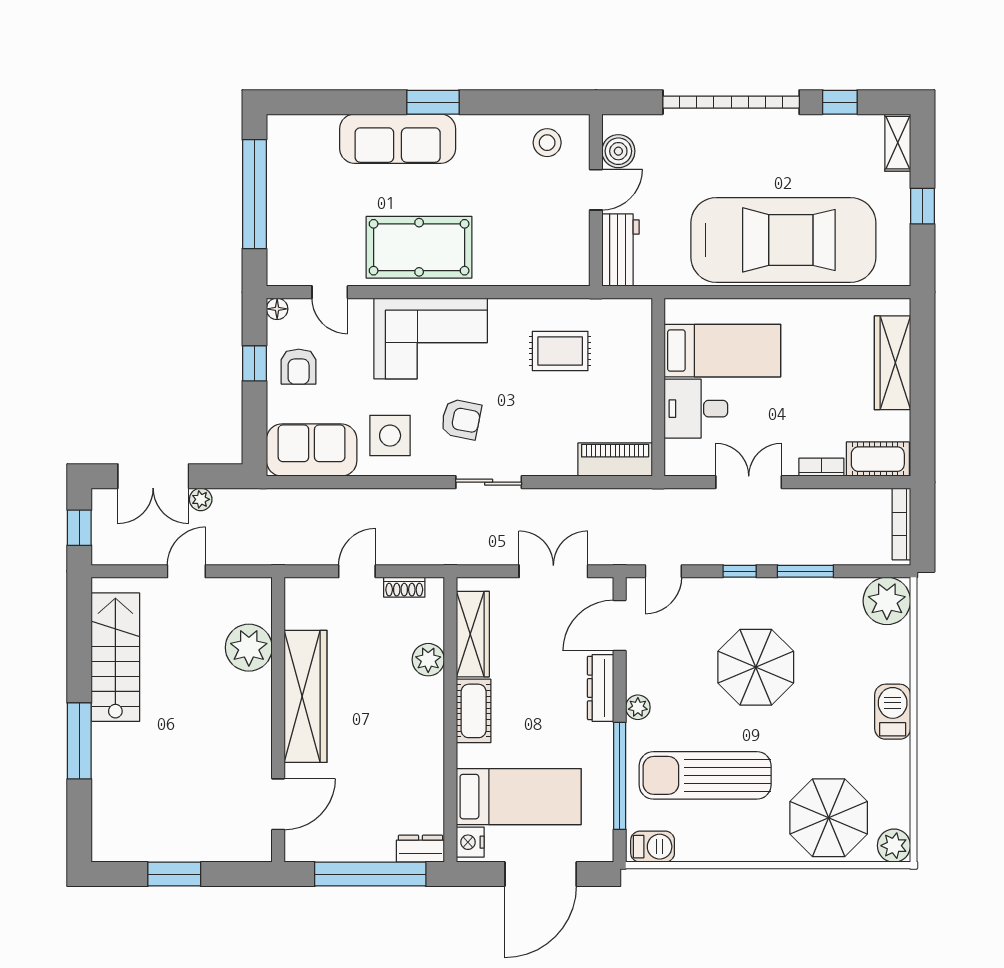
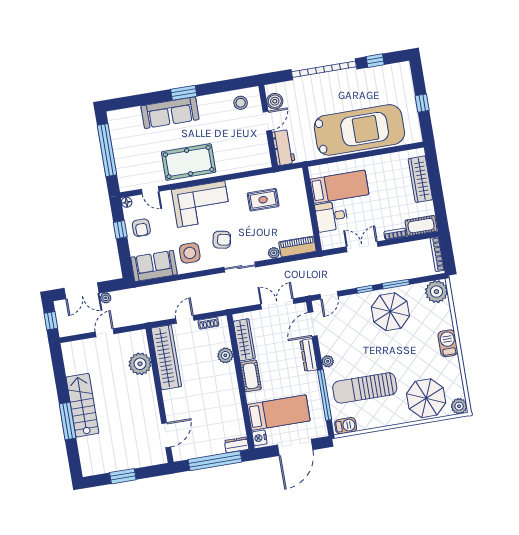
shelving: (898, 143) -> (405, 75), removed
plant: (564, 465) -> (274, 253), added
stairs: (115, 657) -> (82, 405), moved
parasol: (756, 667) -> (390, 312), moved
wardrobe: (306, 696) -> (166, 357), moved

